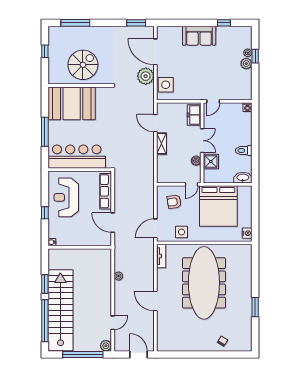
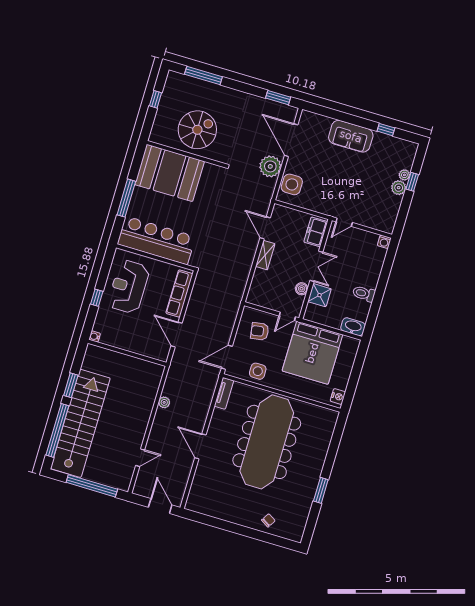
plant: (106, 346) -> (123, 483), removed

